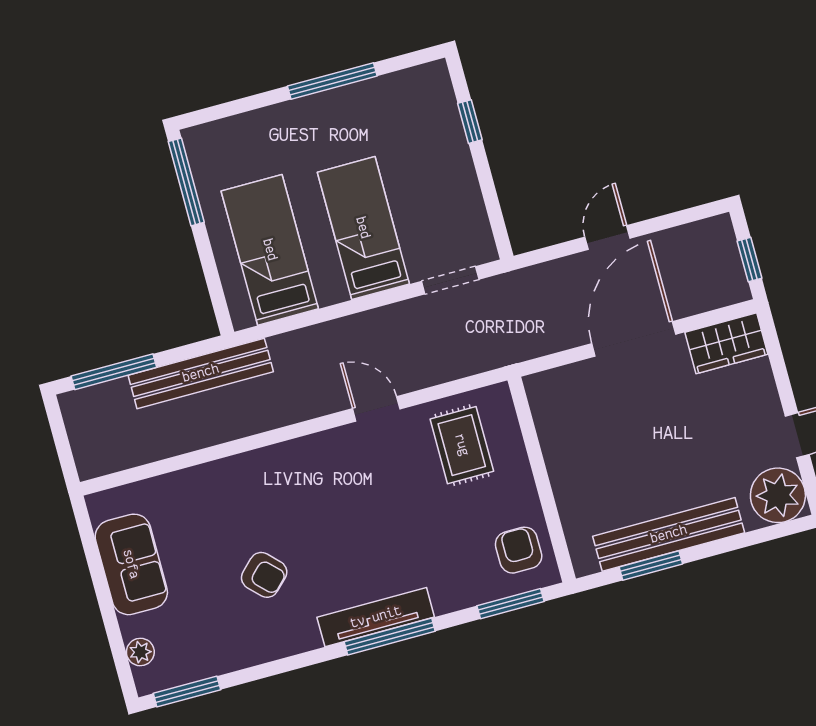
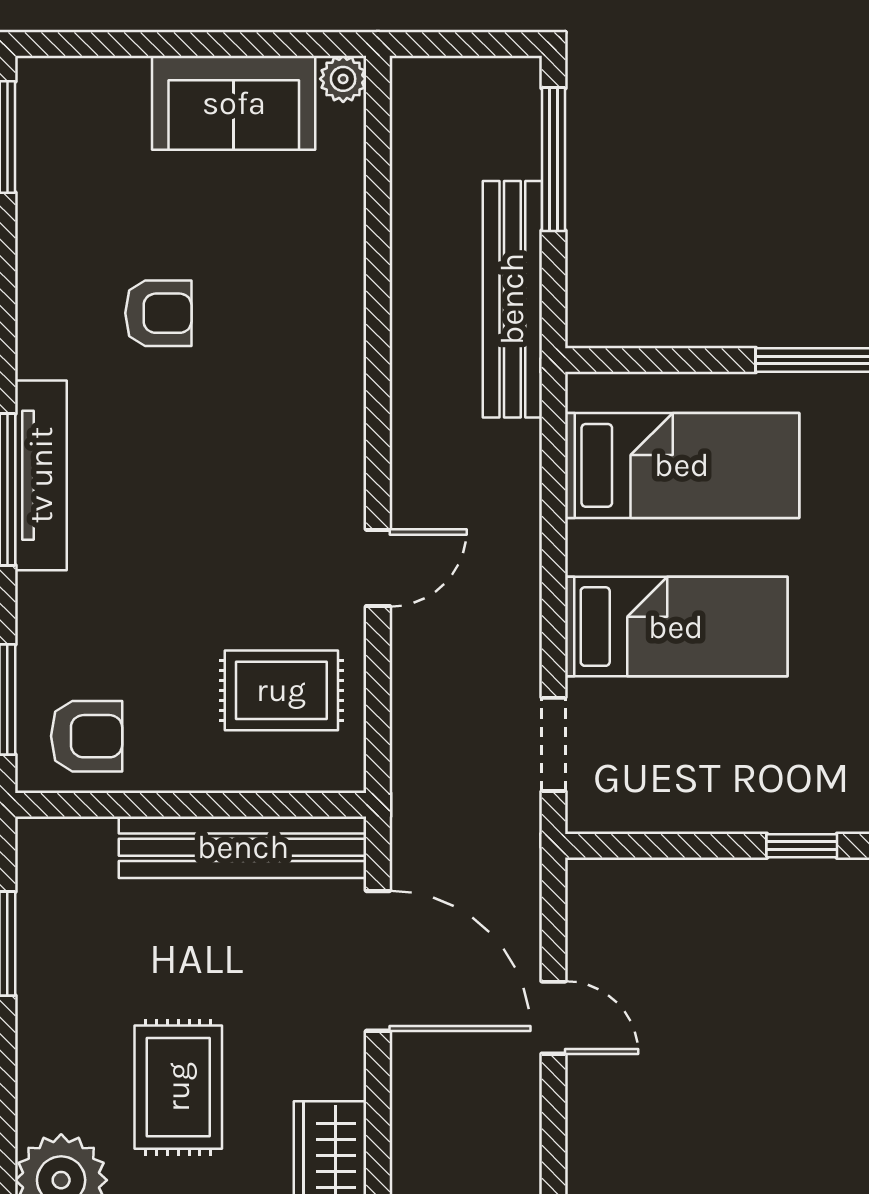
door: (634, 339) -> (378, 961), moved
rug: (706, 443) -> (178, 1087), added
bench: (669, 534) -> (243, 847), moved, turned 90
armchair: (264, 575) -> (158, 313), turned -135
plant: (140, 652) -> (343, 79), moved

